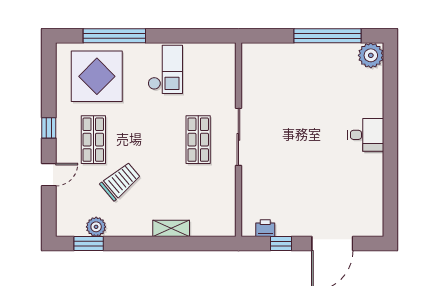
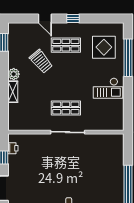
display table: (97, 76) -> (104, 47), width x0.73, depth x0.73
plant: (96, 227) -> (14, 74), moved

